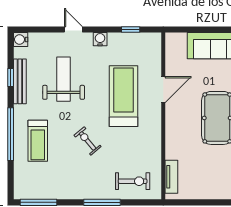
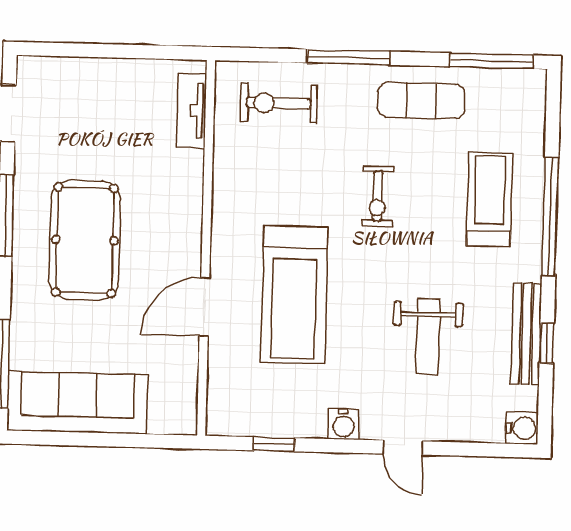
weight bench: (64, 79) -> (428, 337), width x0.73, depth x0.75
exercise bike: (88, 141) -> (378, 196), turned 40
exercise mat: (69, 184) -> (421, 101), added

